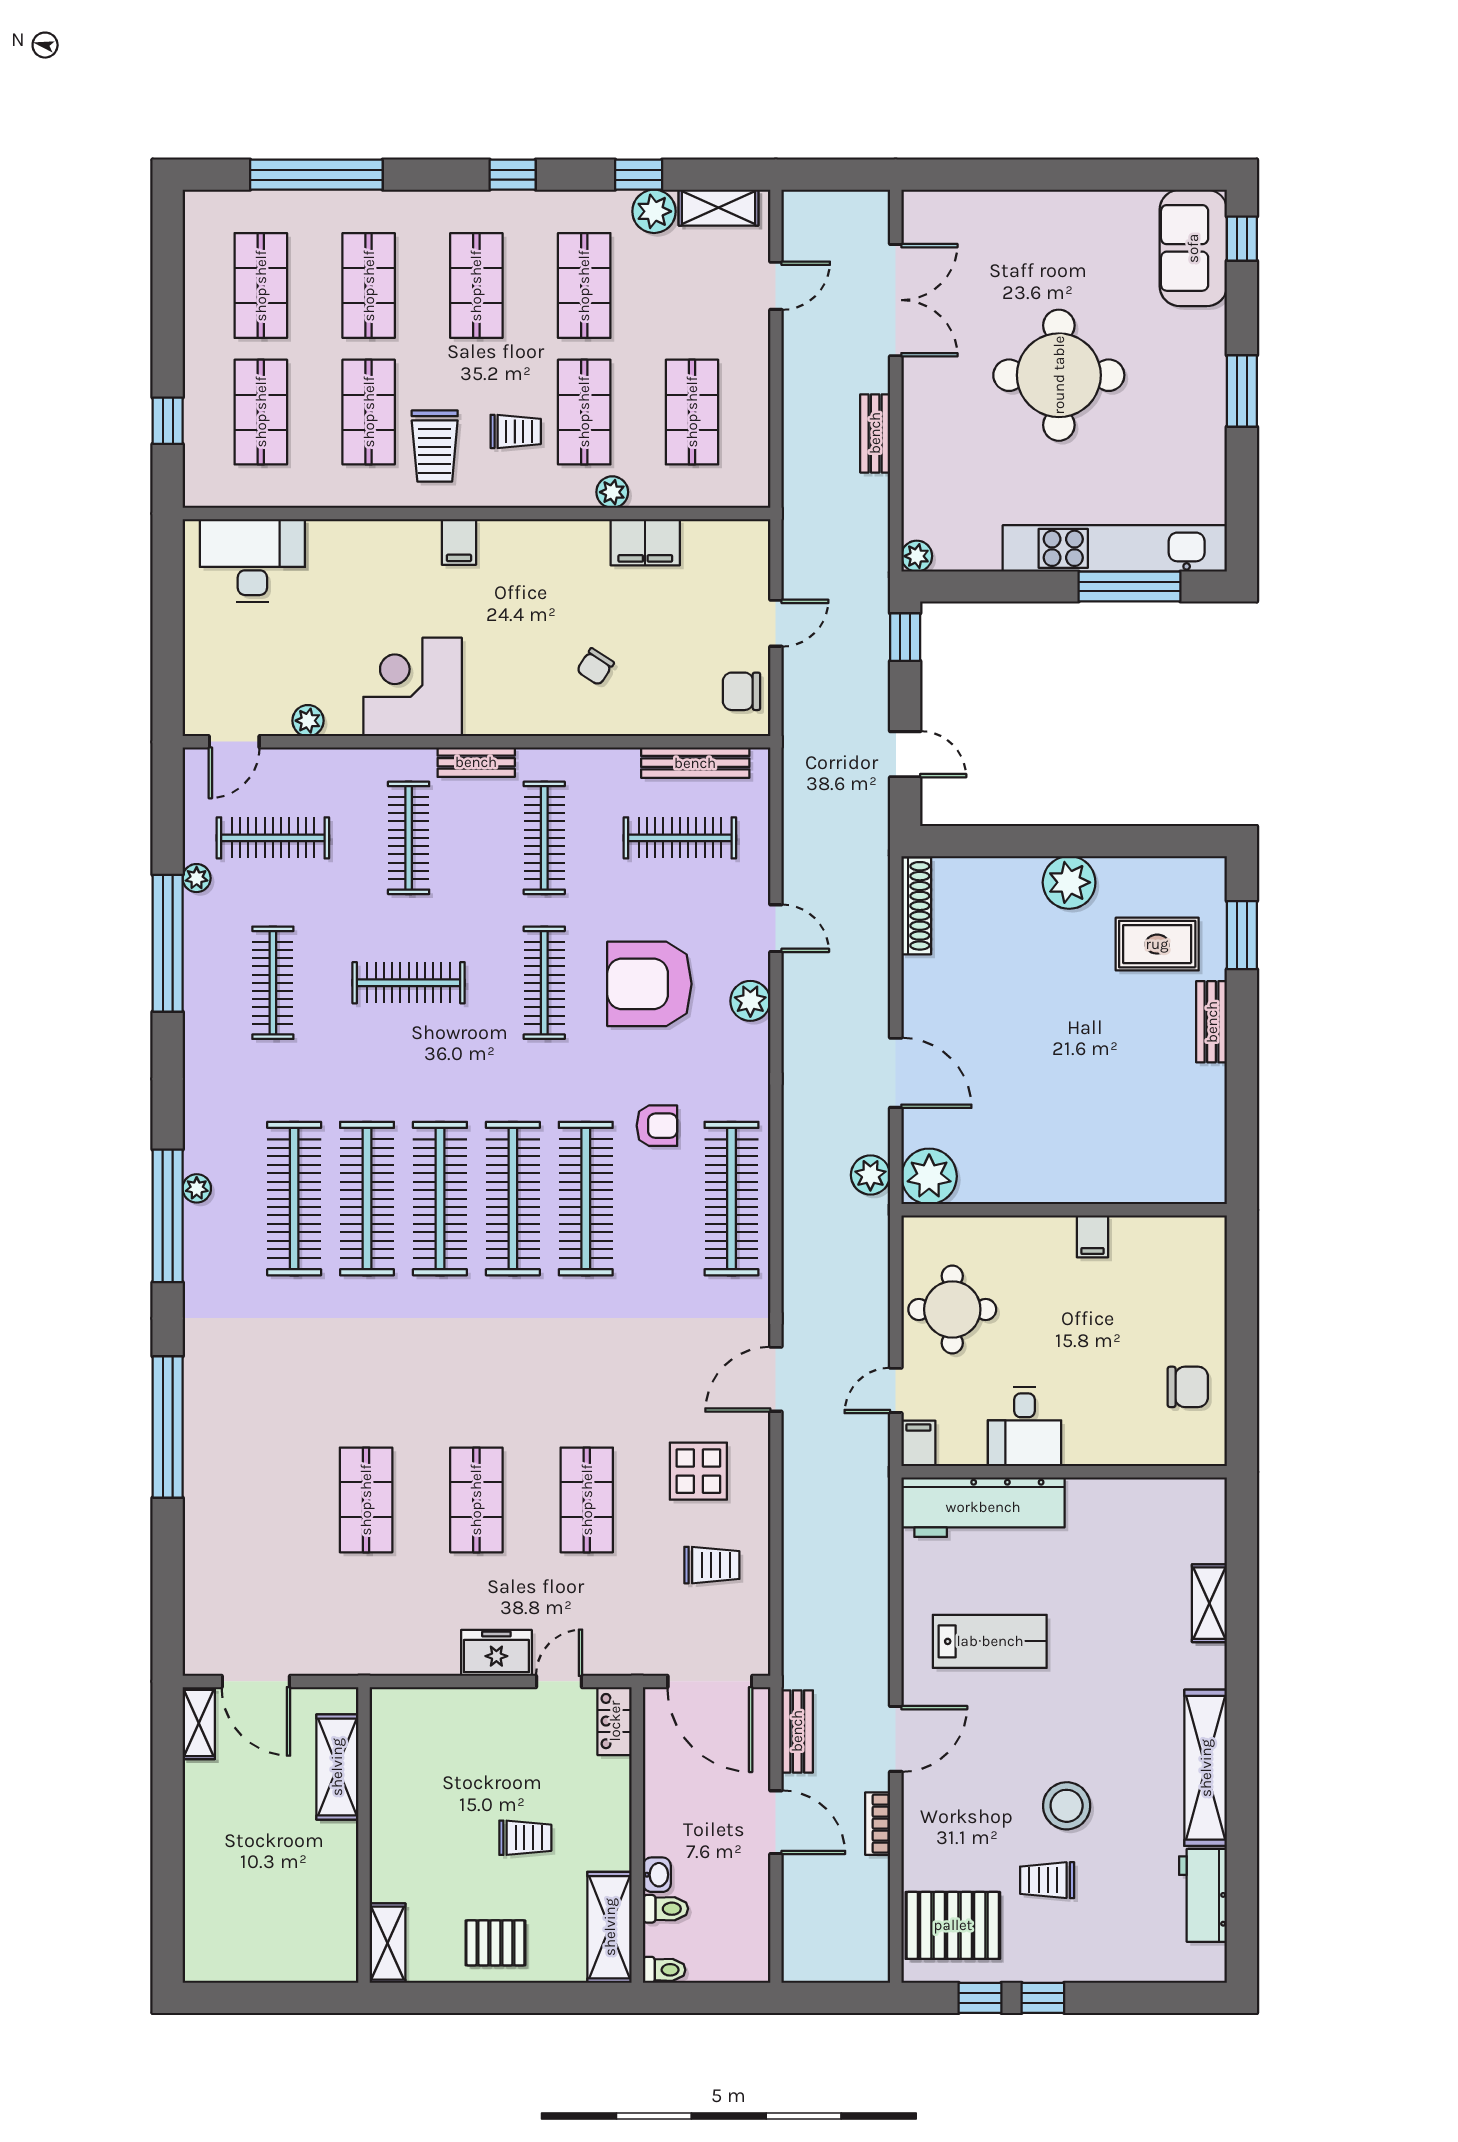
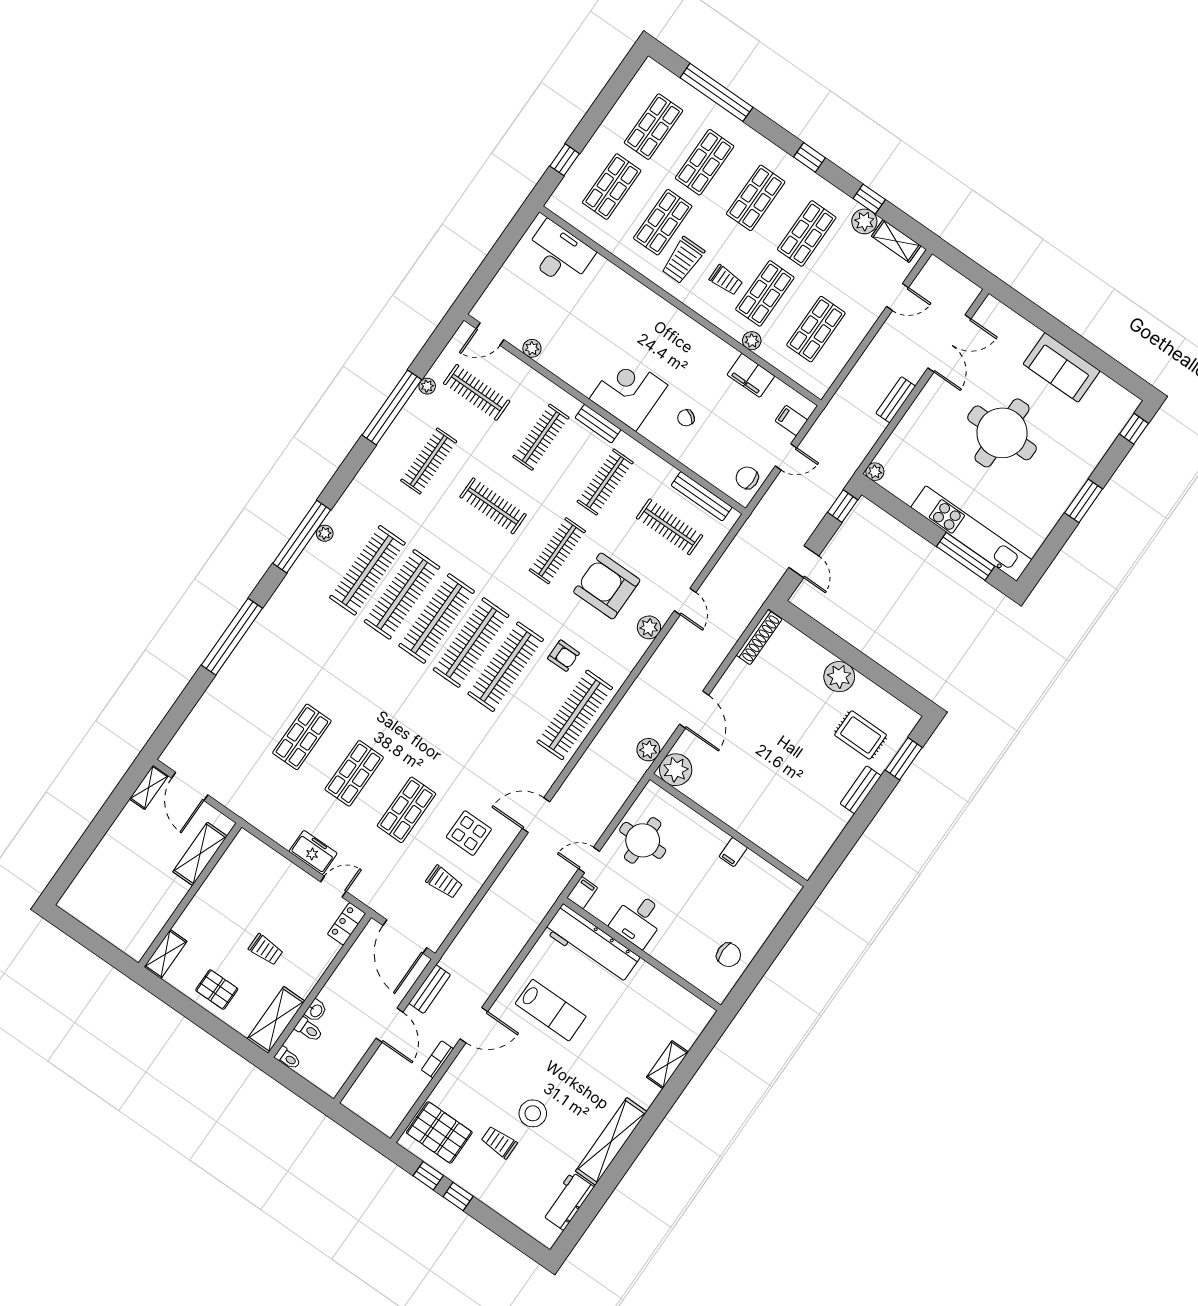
sofa: (1193, 248) -> (1062, 367), moved, turned -90
filing cabinet: (459, 542) -> (791, 420), moved, turned 90
corner desk: (413, 687) -> (629, 392), moved

